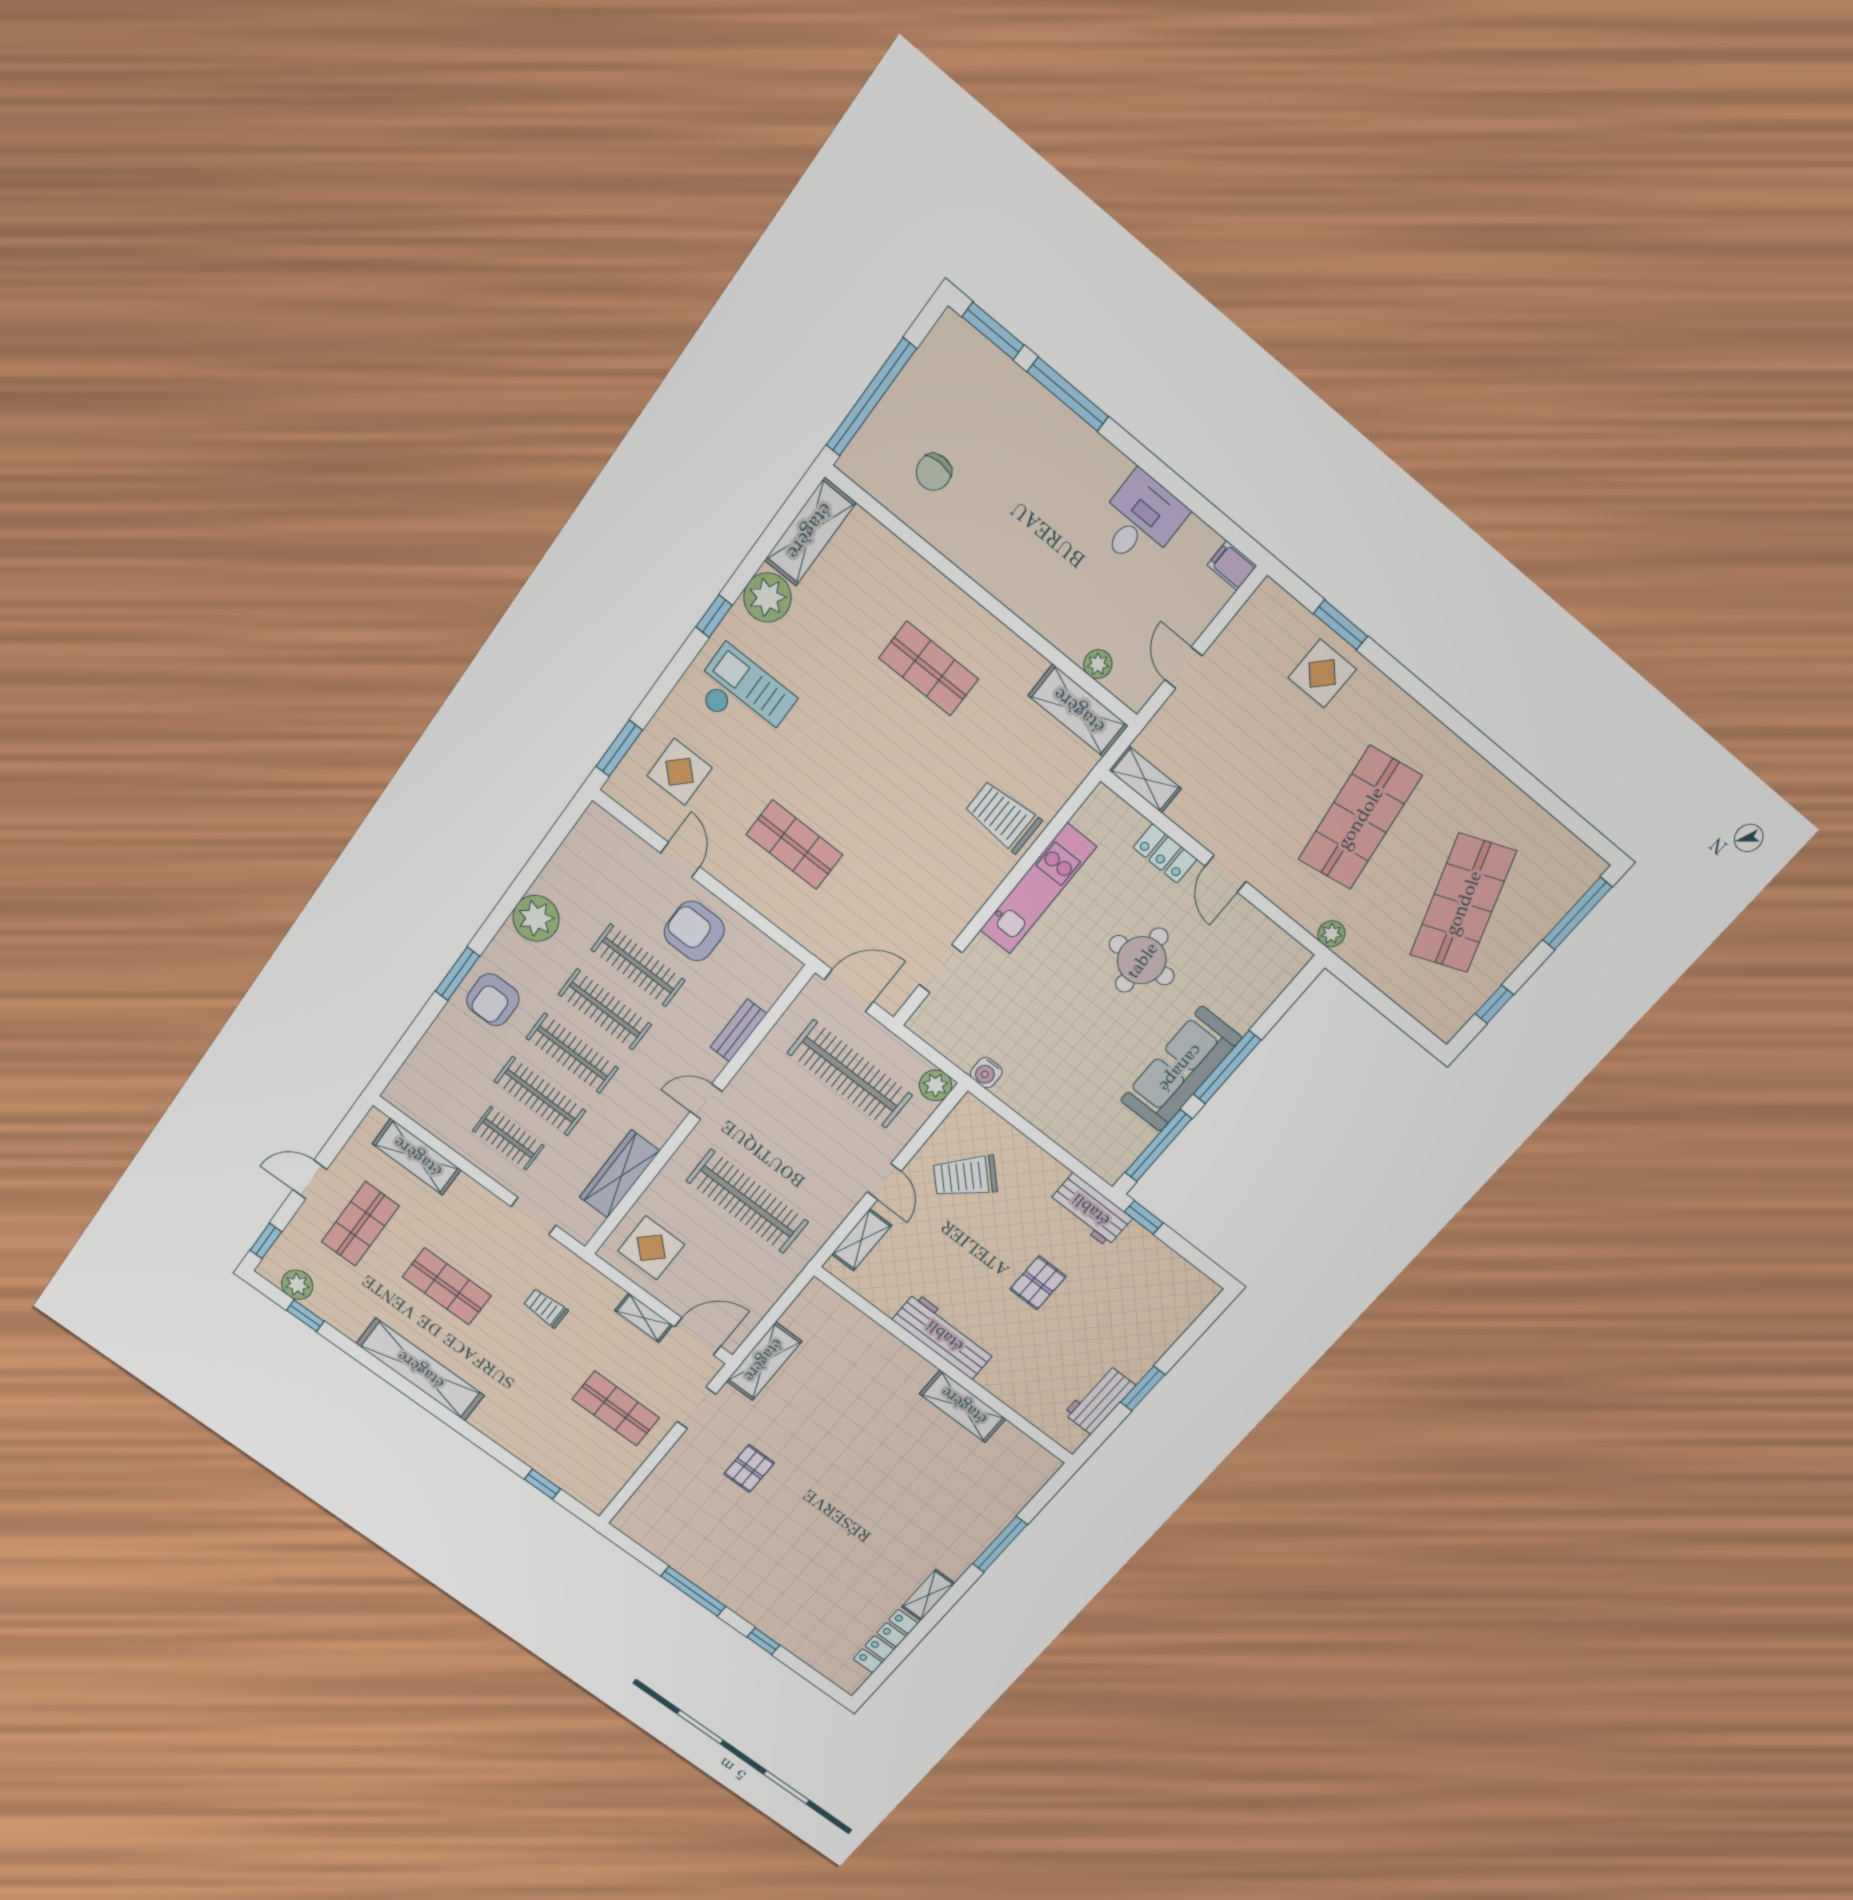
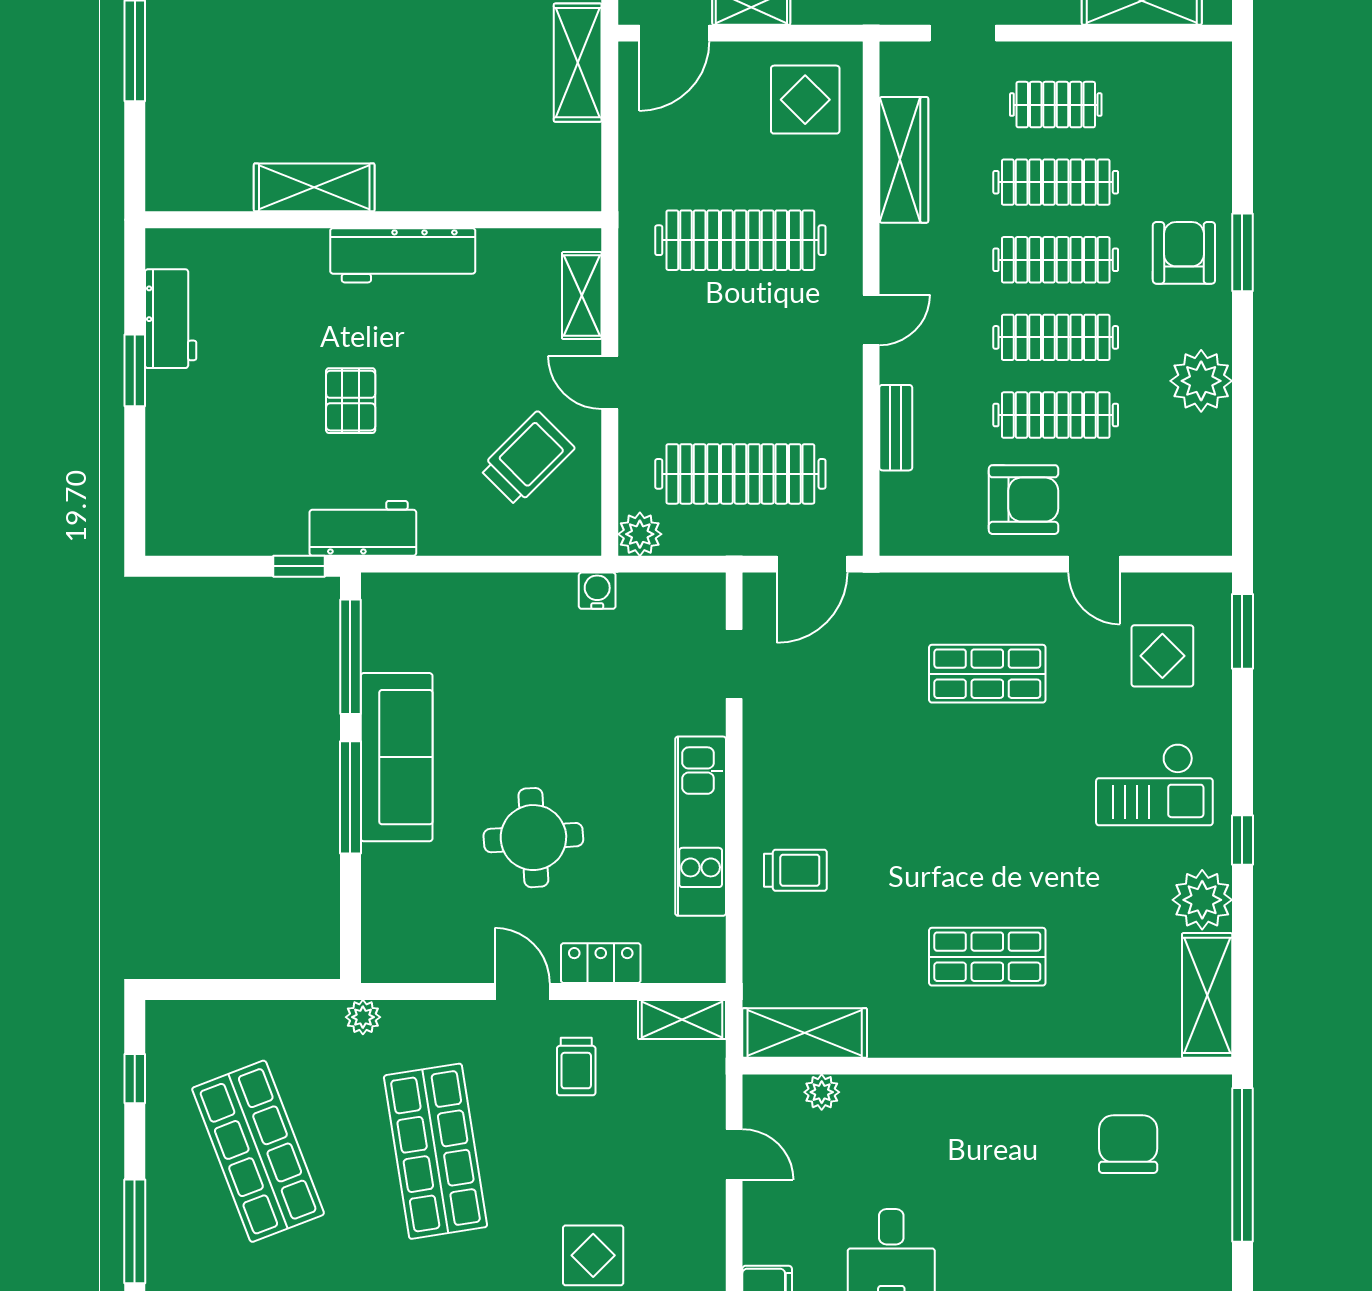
chair: (934, 472) -> (1128, 1144), width x1.37, depth x1.37
trolley: (1232, 802) -> (576, 1067), added
trolley: (1003, 817) -> (795, 870), width x0.73, depth x0.72

